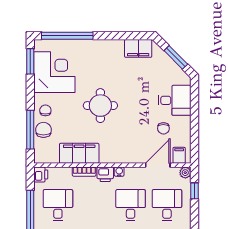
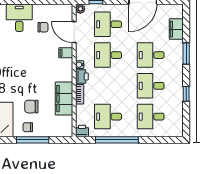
round table: (100, 106) -> (24, 81), removed
window: (30, 130) -> (33, 140), moved
chair: (43, 130) -> (31, 107), moved
filing cabinet: (179, 155) -> (66, 53), moved

